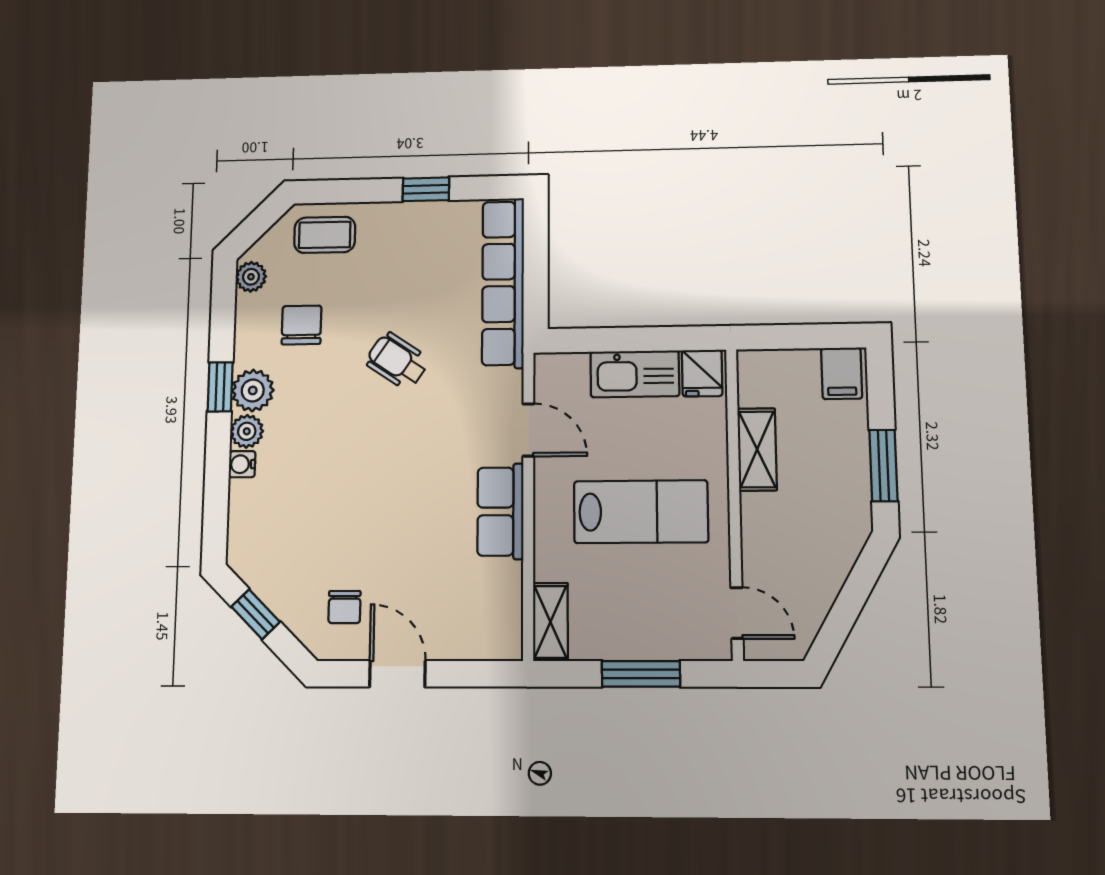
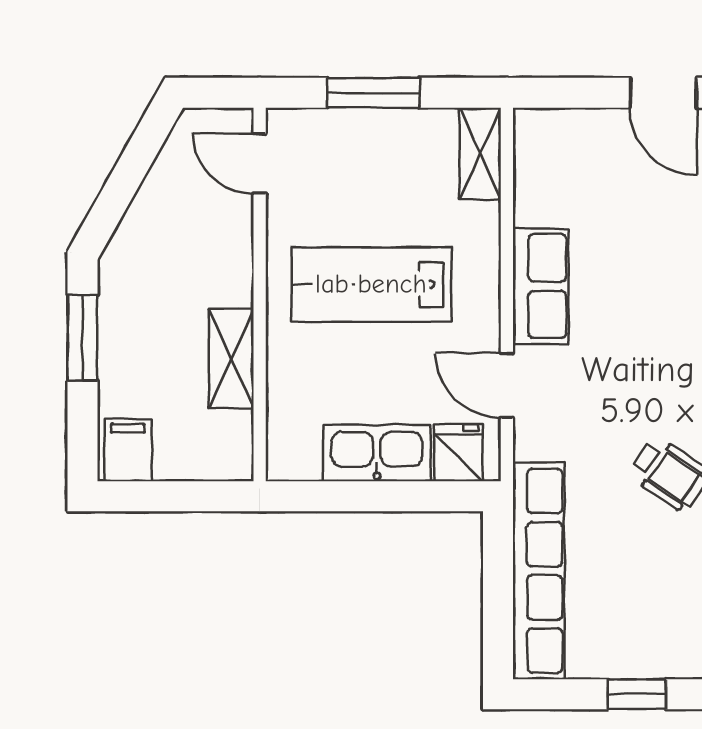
fridge: (702, 373) -> (459, 453), moved

